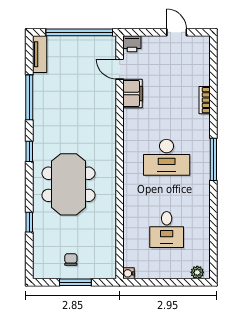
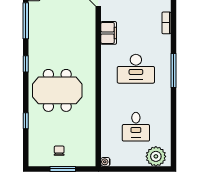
filing cabinet: (133, 93) -> (109, 33), moved
meeting table: (68, 184) -> (57, 90), turned 90
plant: (197, 272) -> (156, 156), width x1.88, depth x1.88

